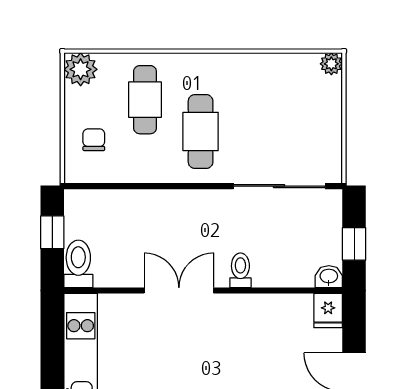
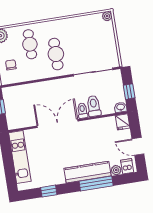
toilet: (78, 264) -> (94, 106), moved
double door: (179, 291) -> (57, 124), width x1.37

